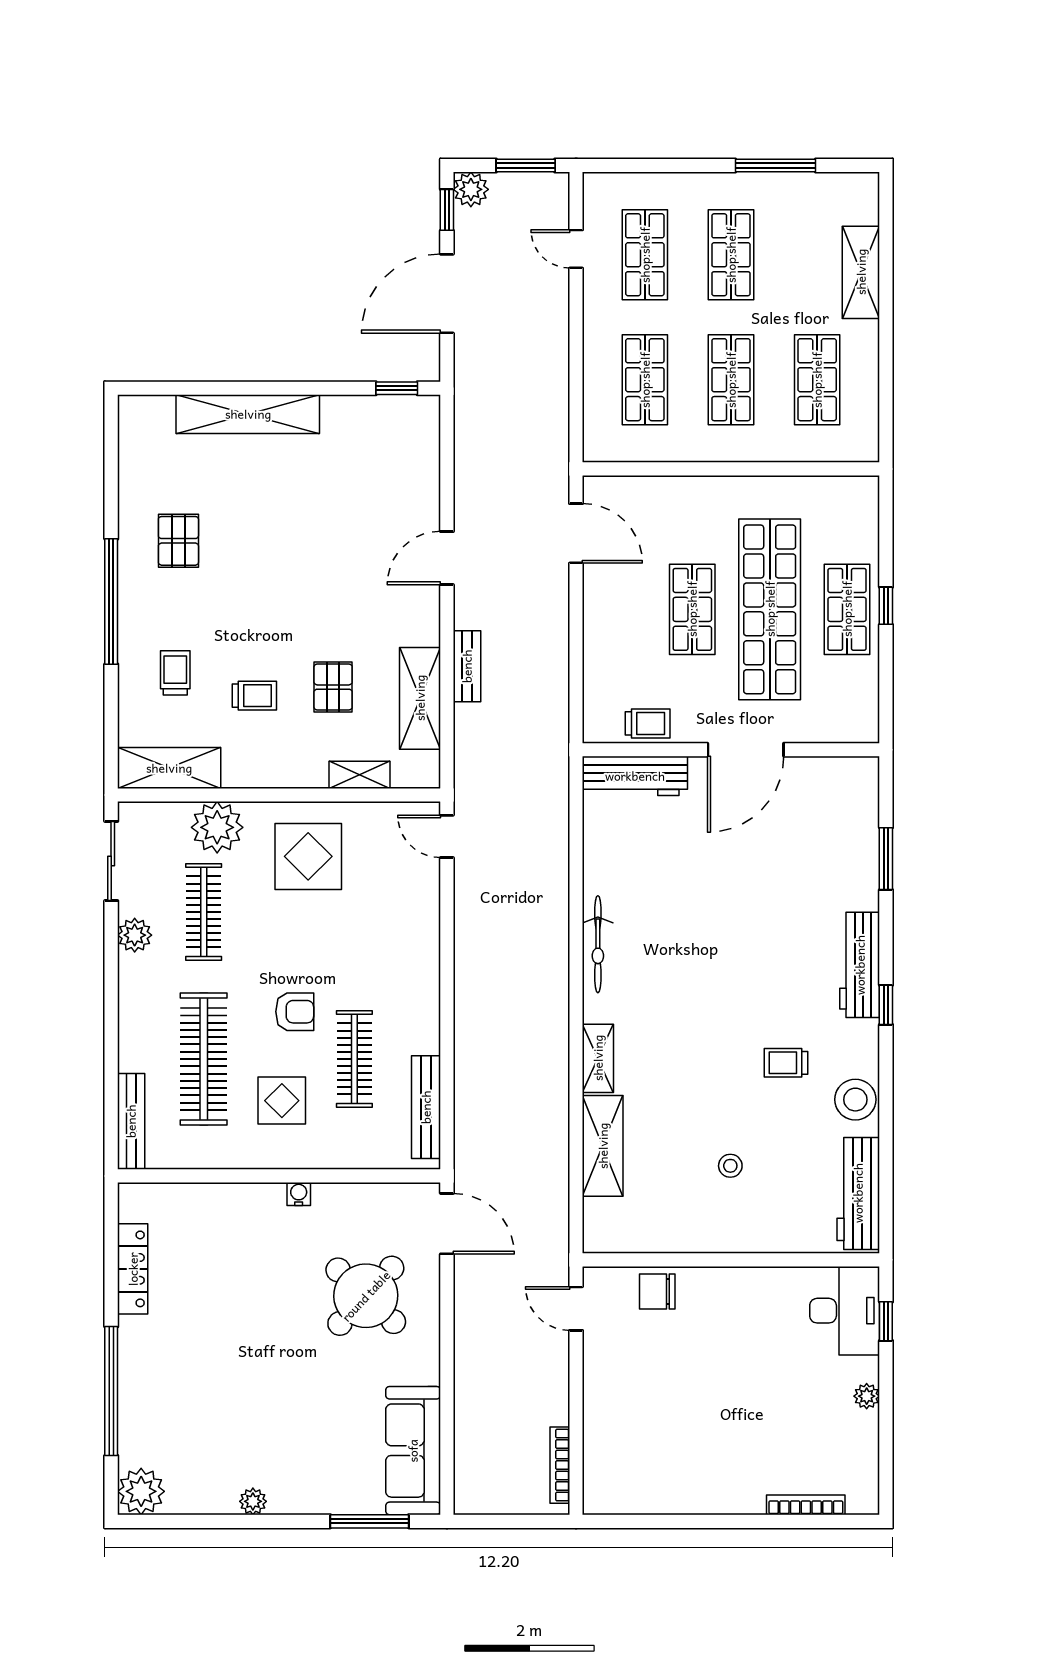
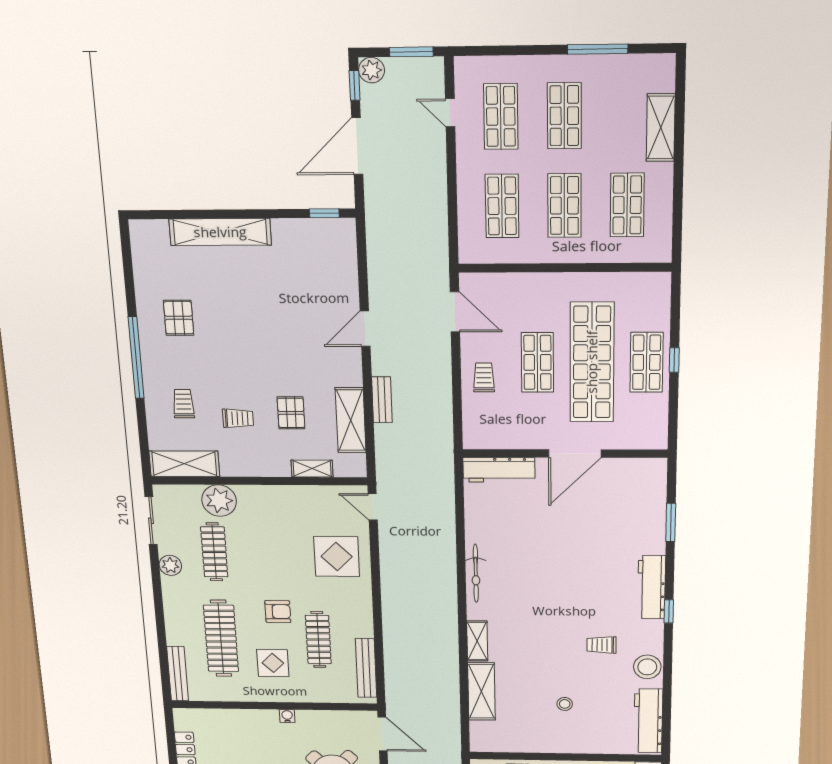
trolley: (648, 723) -> (484, 378), moved, turned -90
display table: (308, 856) -> (337, 557), moved

